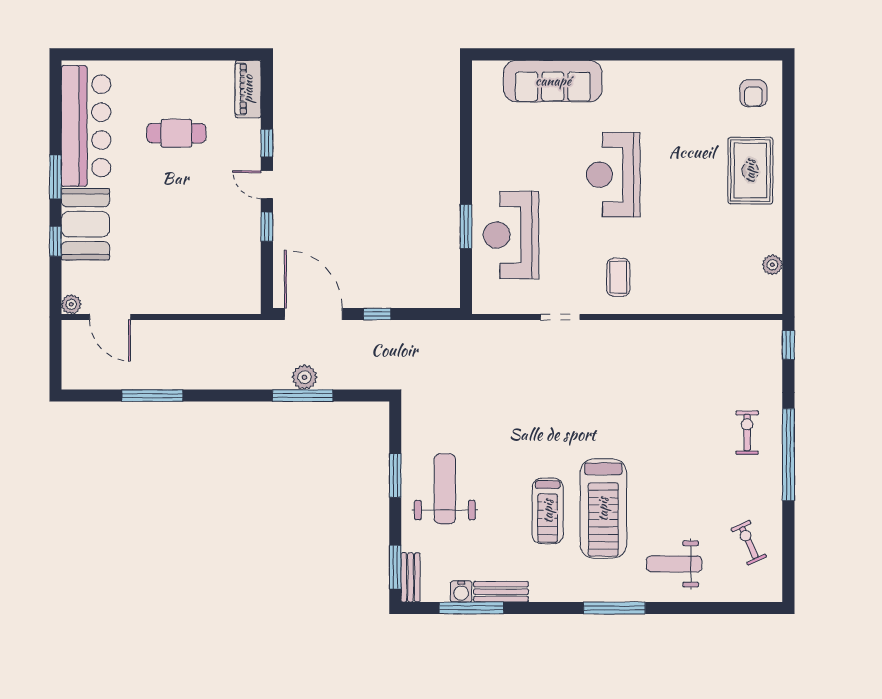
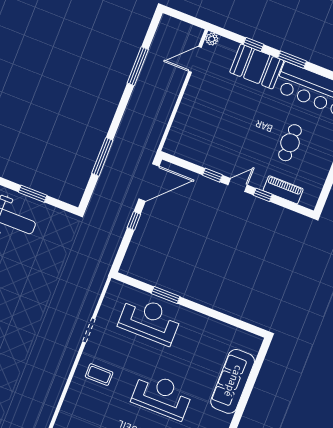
piano: (248, 89) -> (283, 190), moved
plant: (304, 377) -> (113, 162), removed

